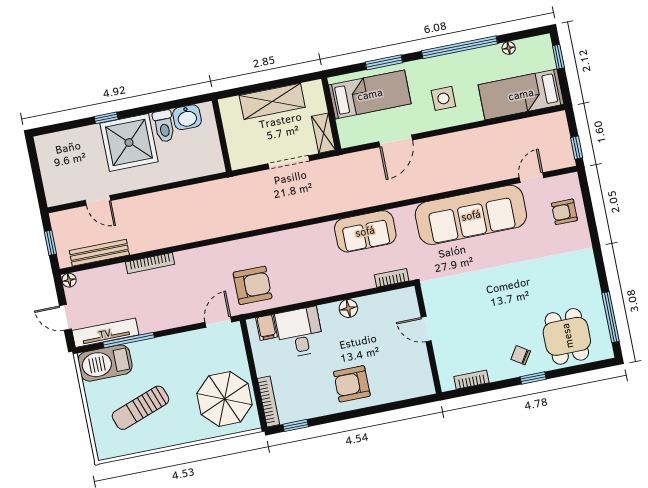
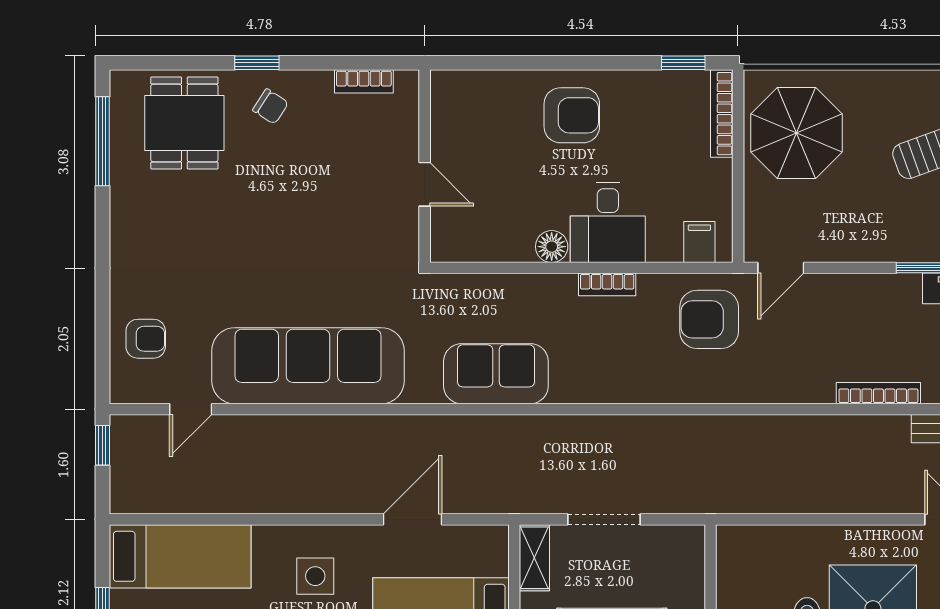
bookcase: (392, 278) -> (607, 284), moved
desk: (300, 332) -> (608, 222), moved

